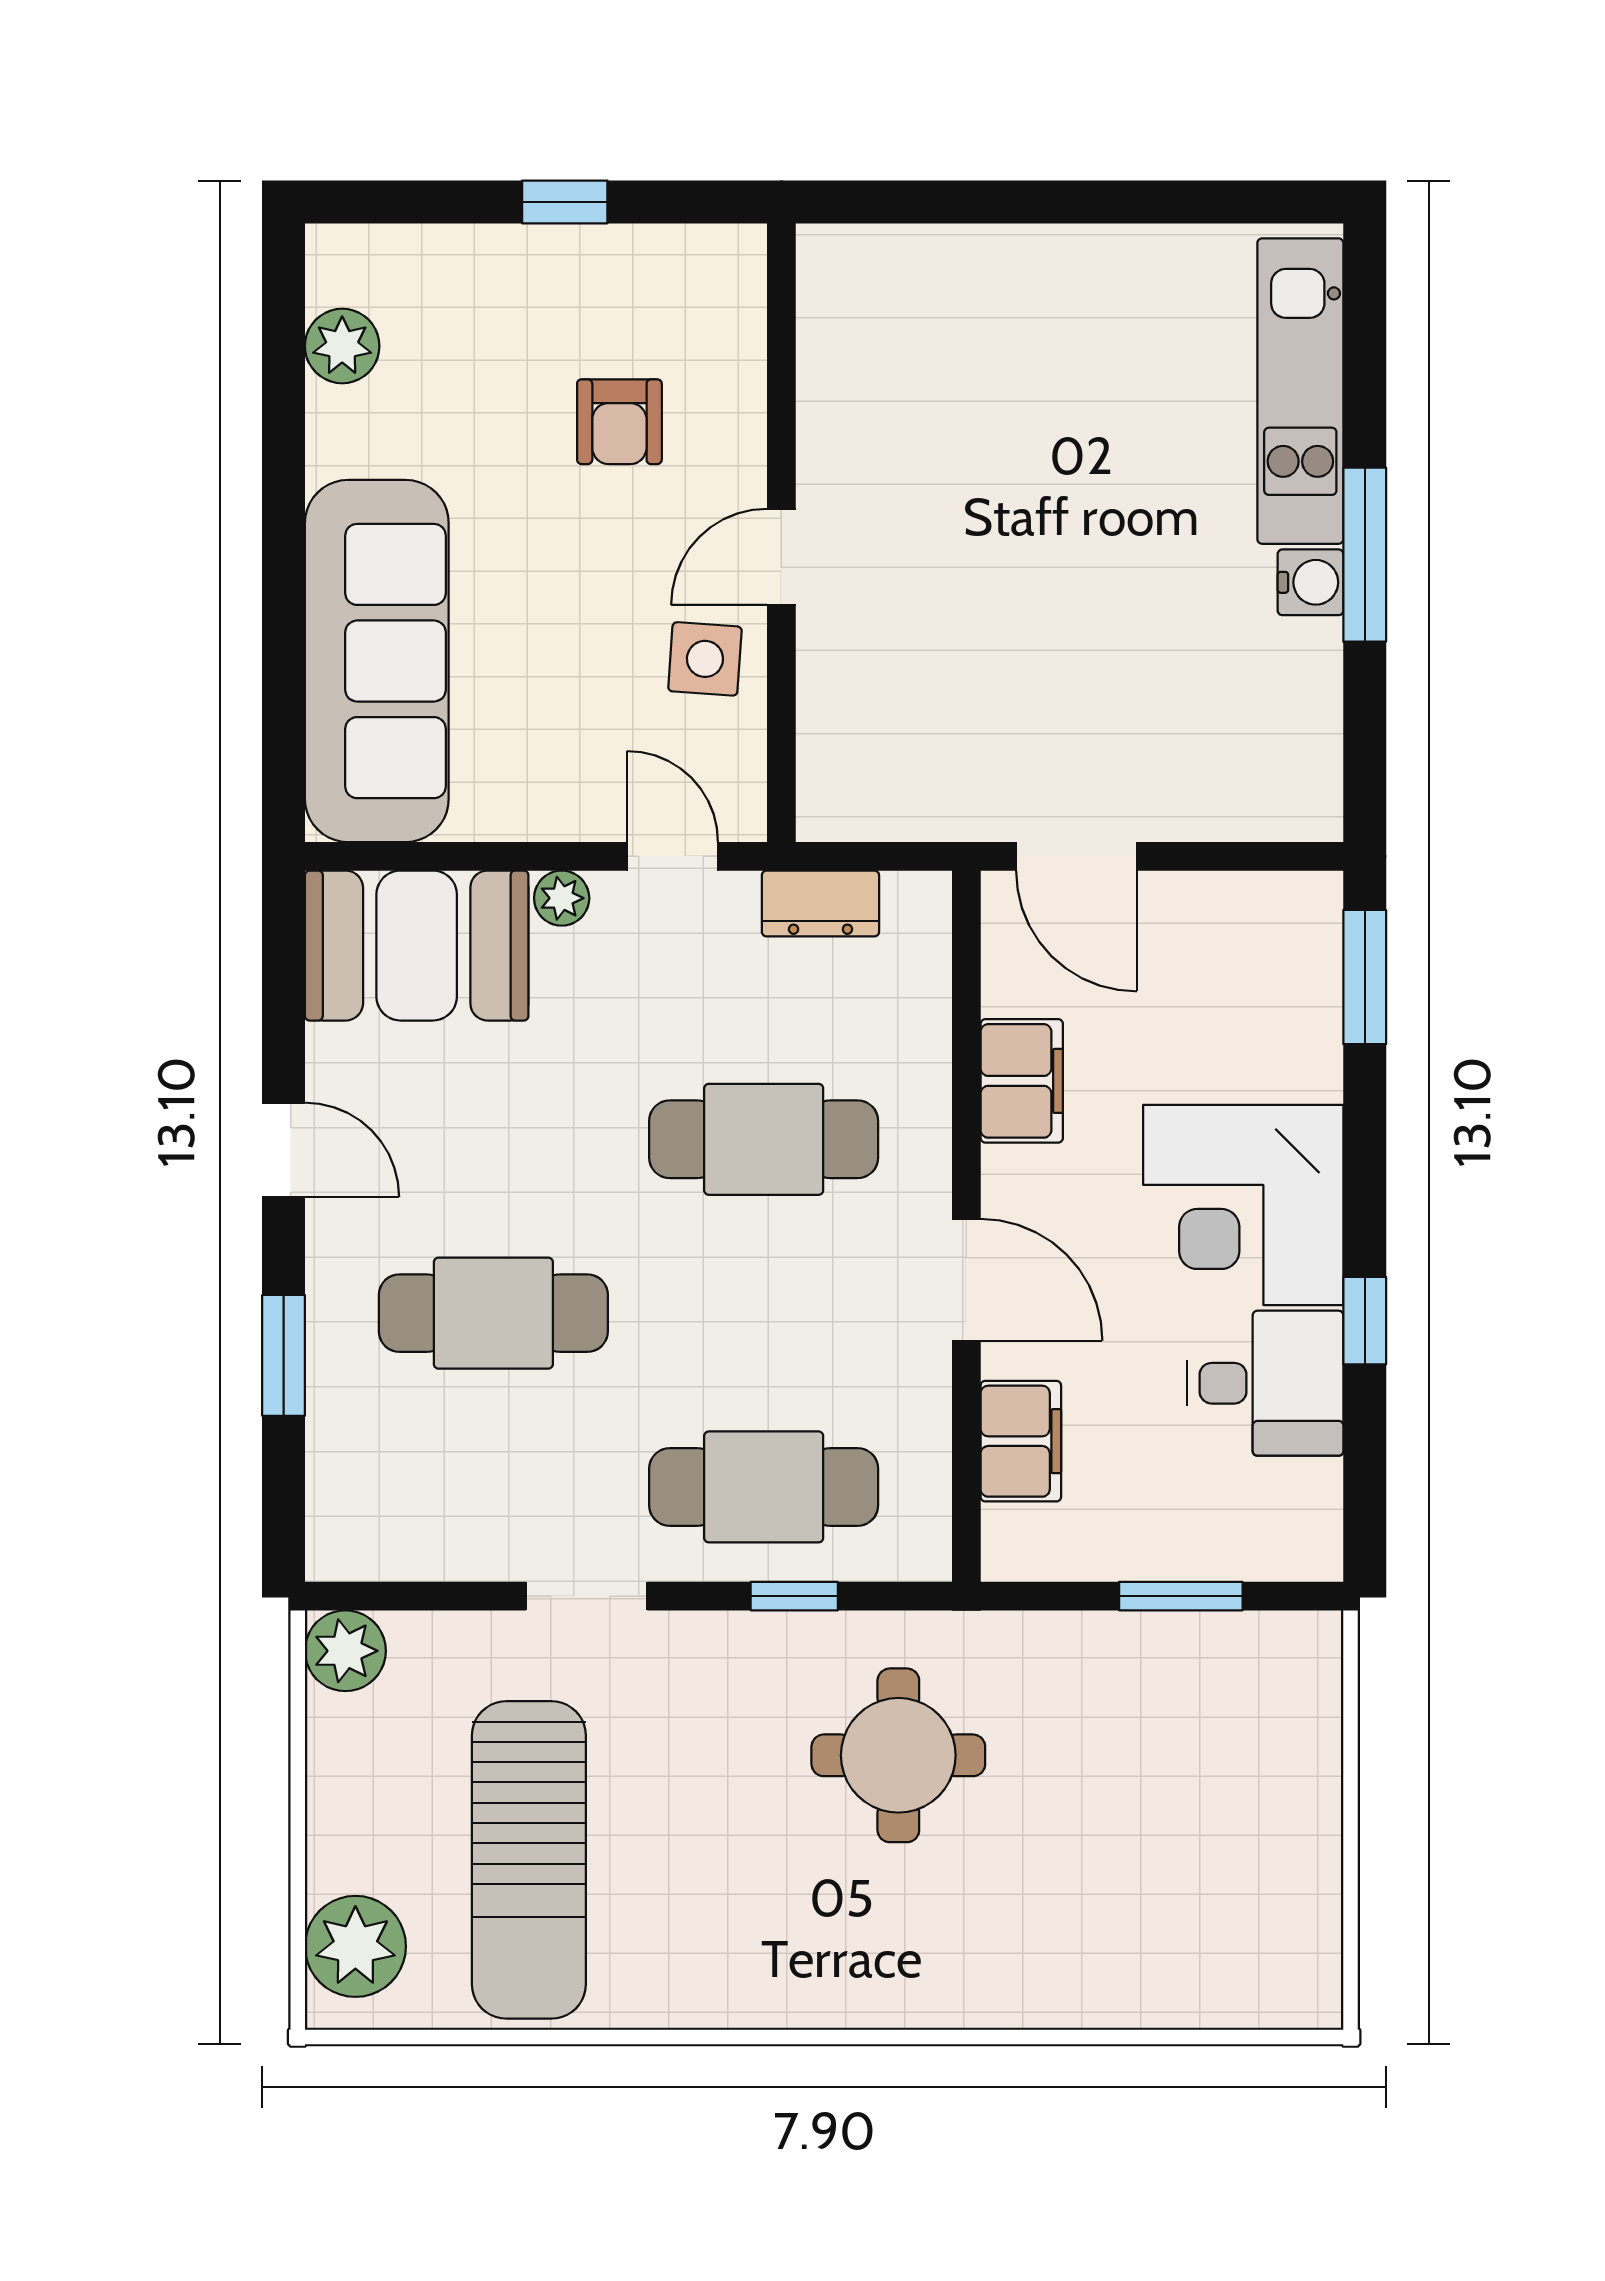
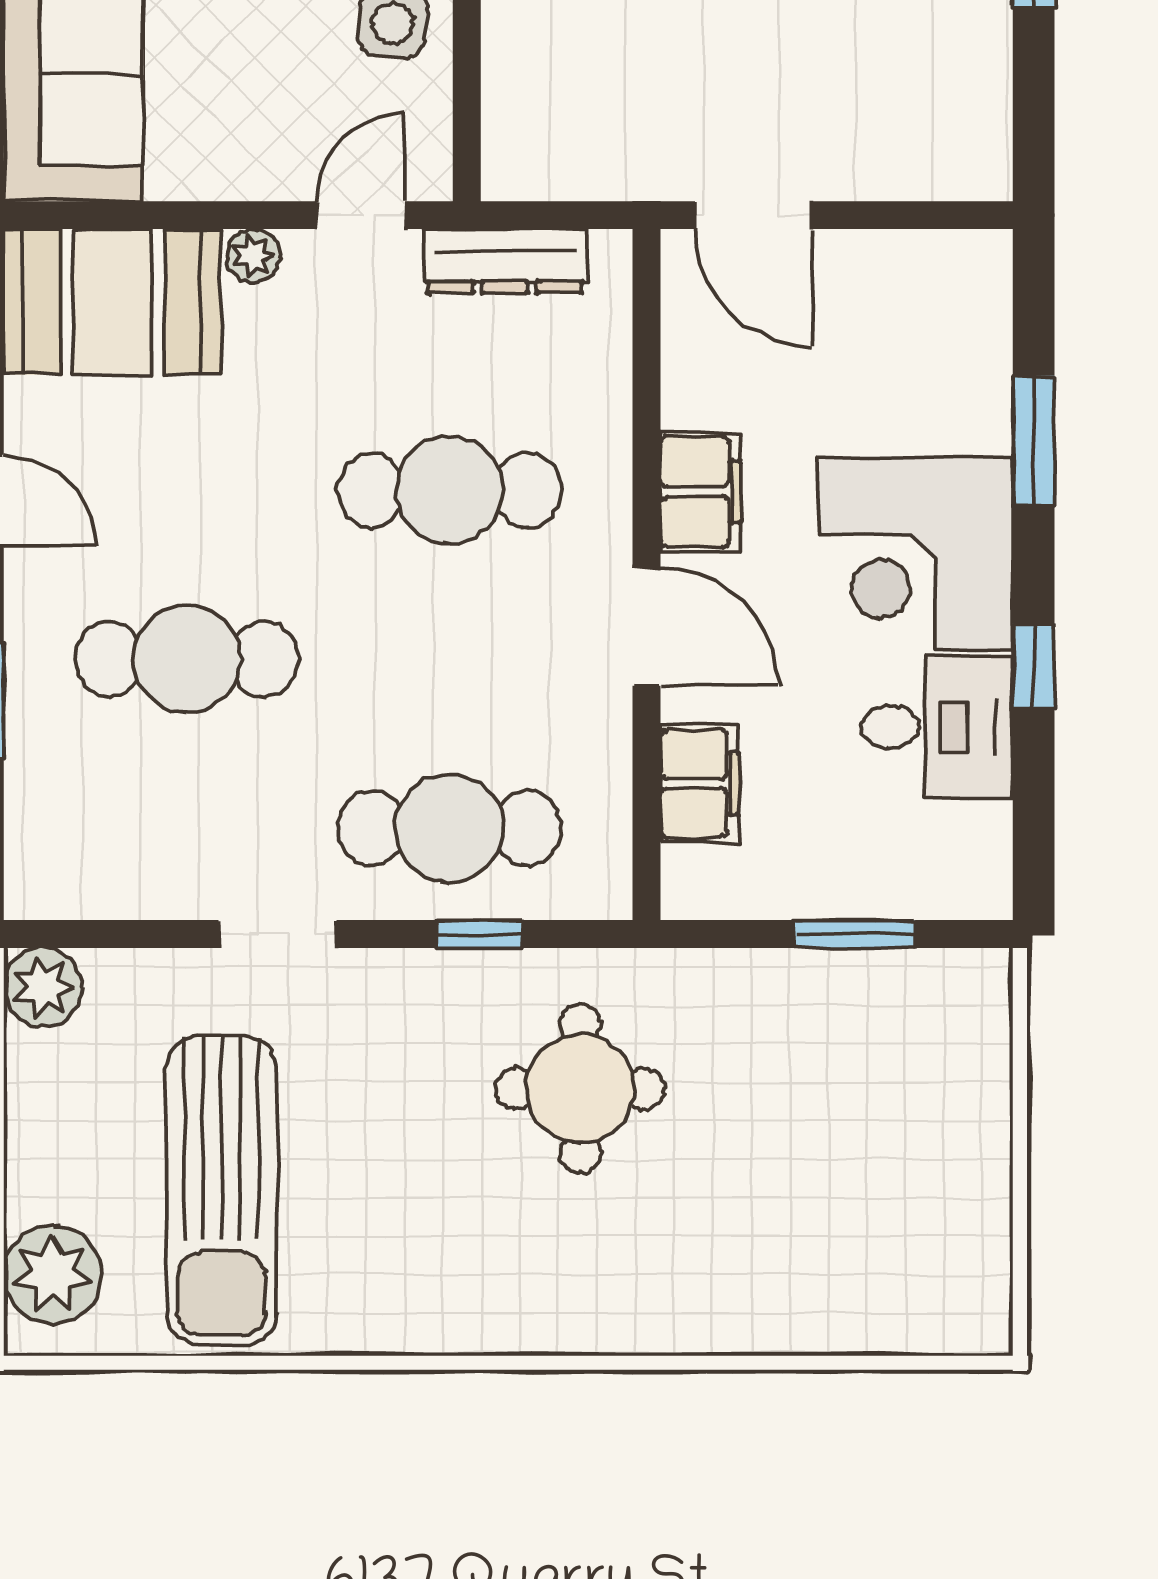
door: (672, 856) -> (361, 215), hinge flipped
dresser: (820, 904) -> (505, 261), width x1.44
window: (1365, 977) -> (1034, 441), moved
filing cabinet: (1022, 1081) -> (700, 492), moved

